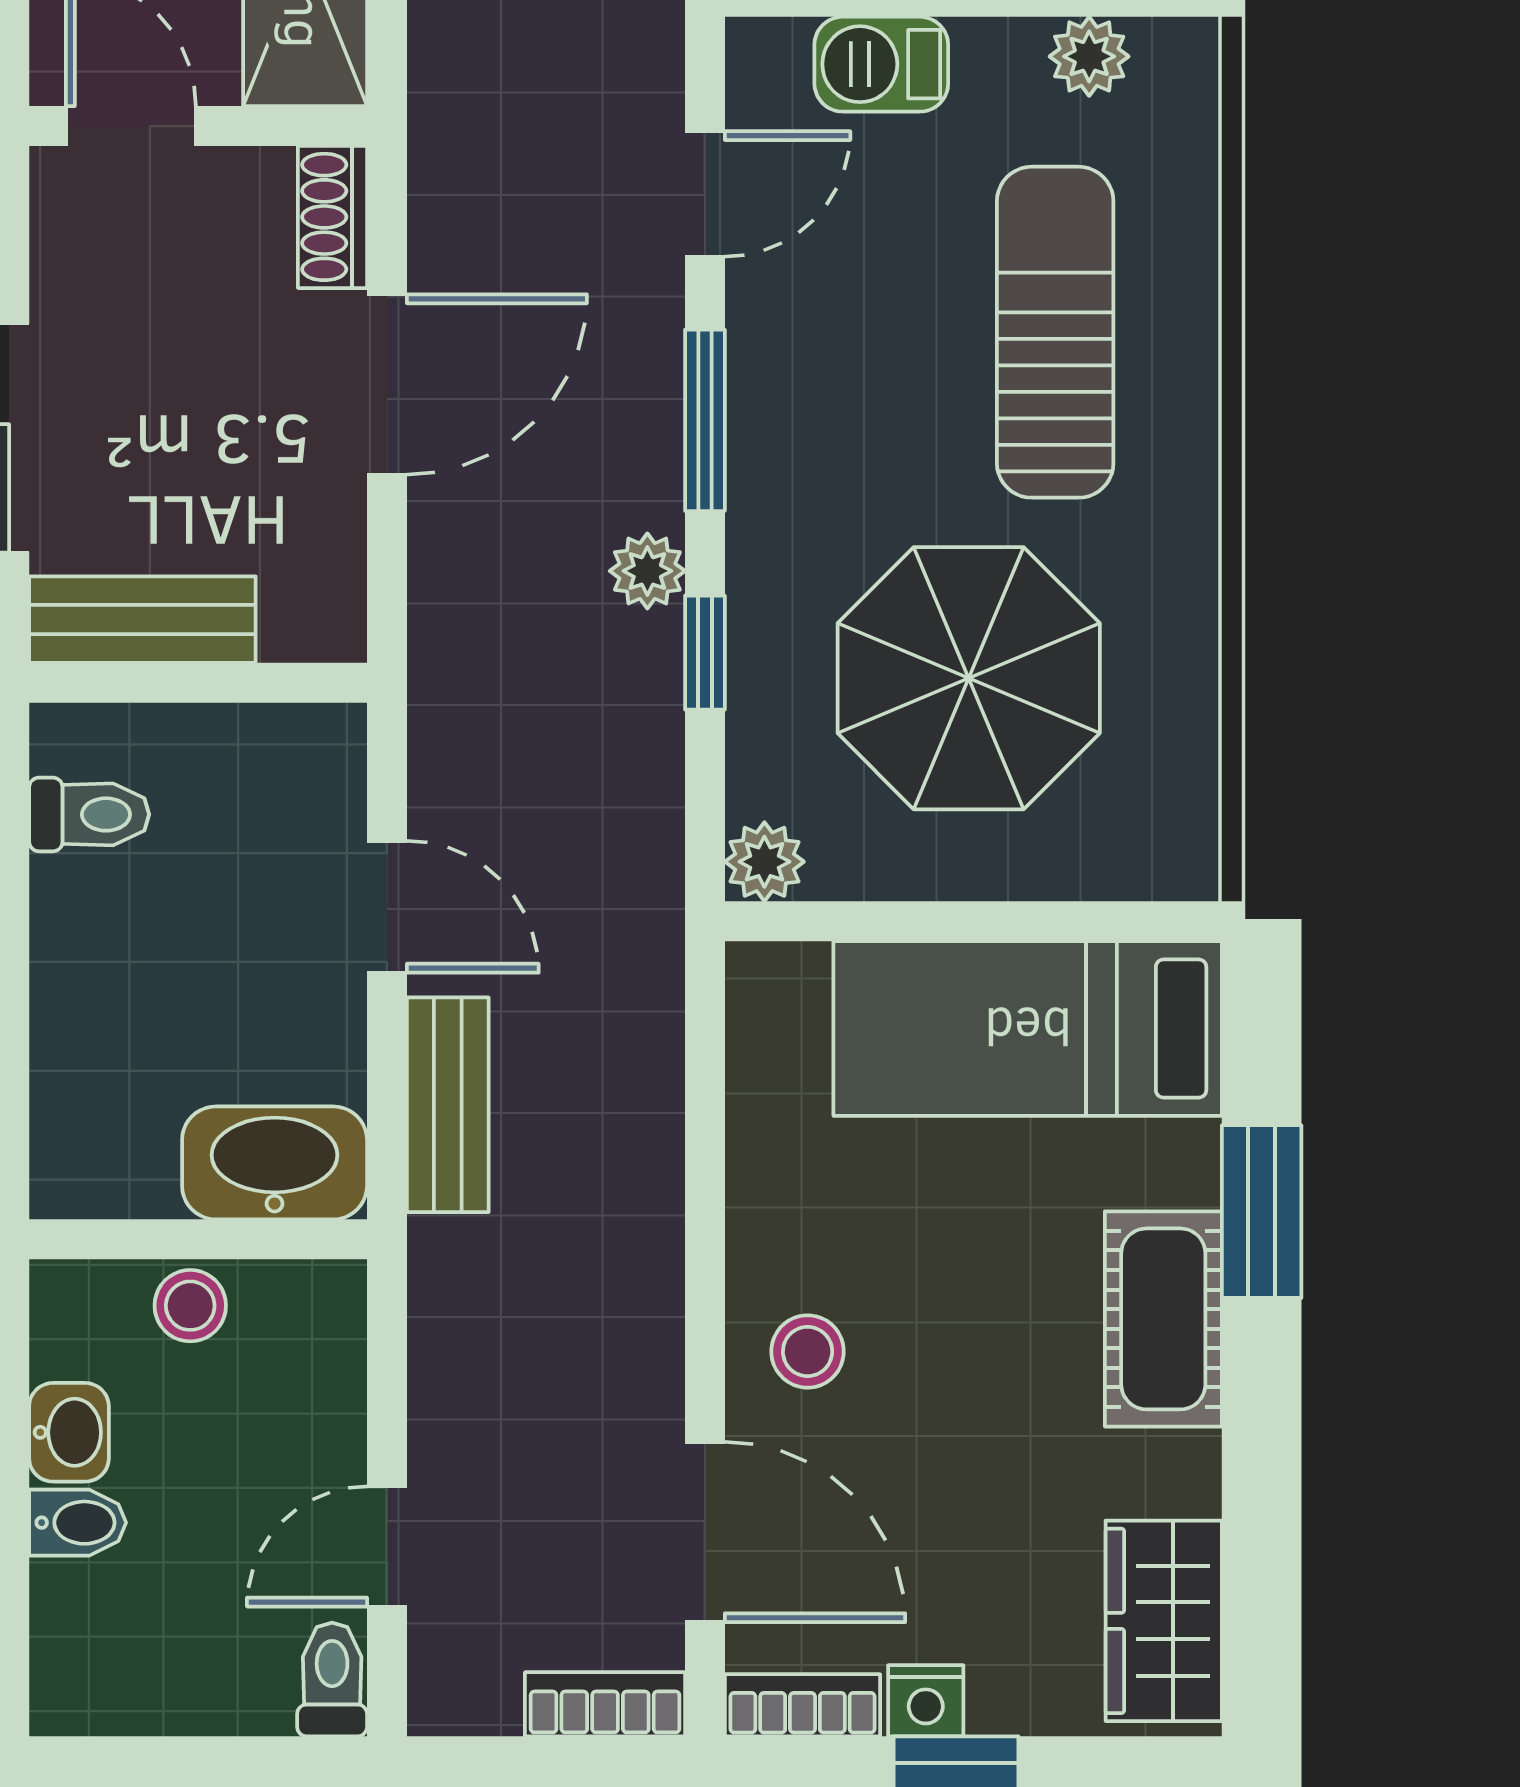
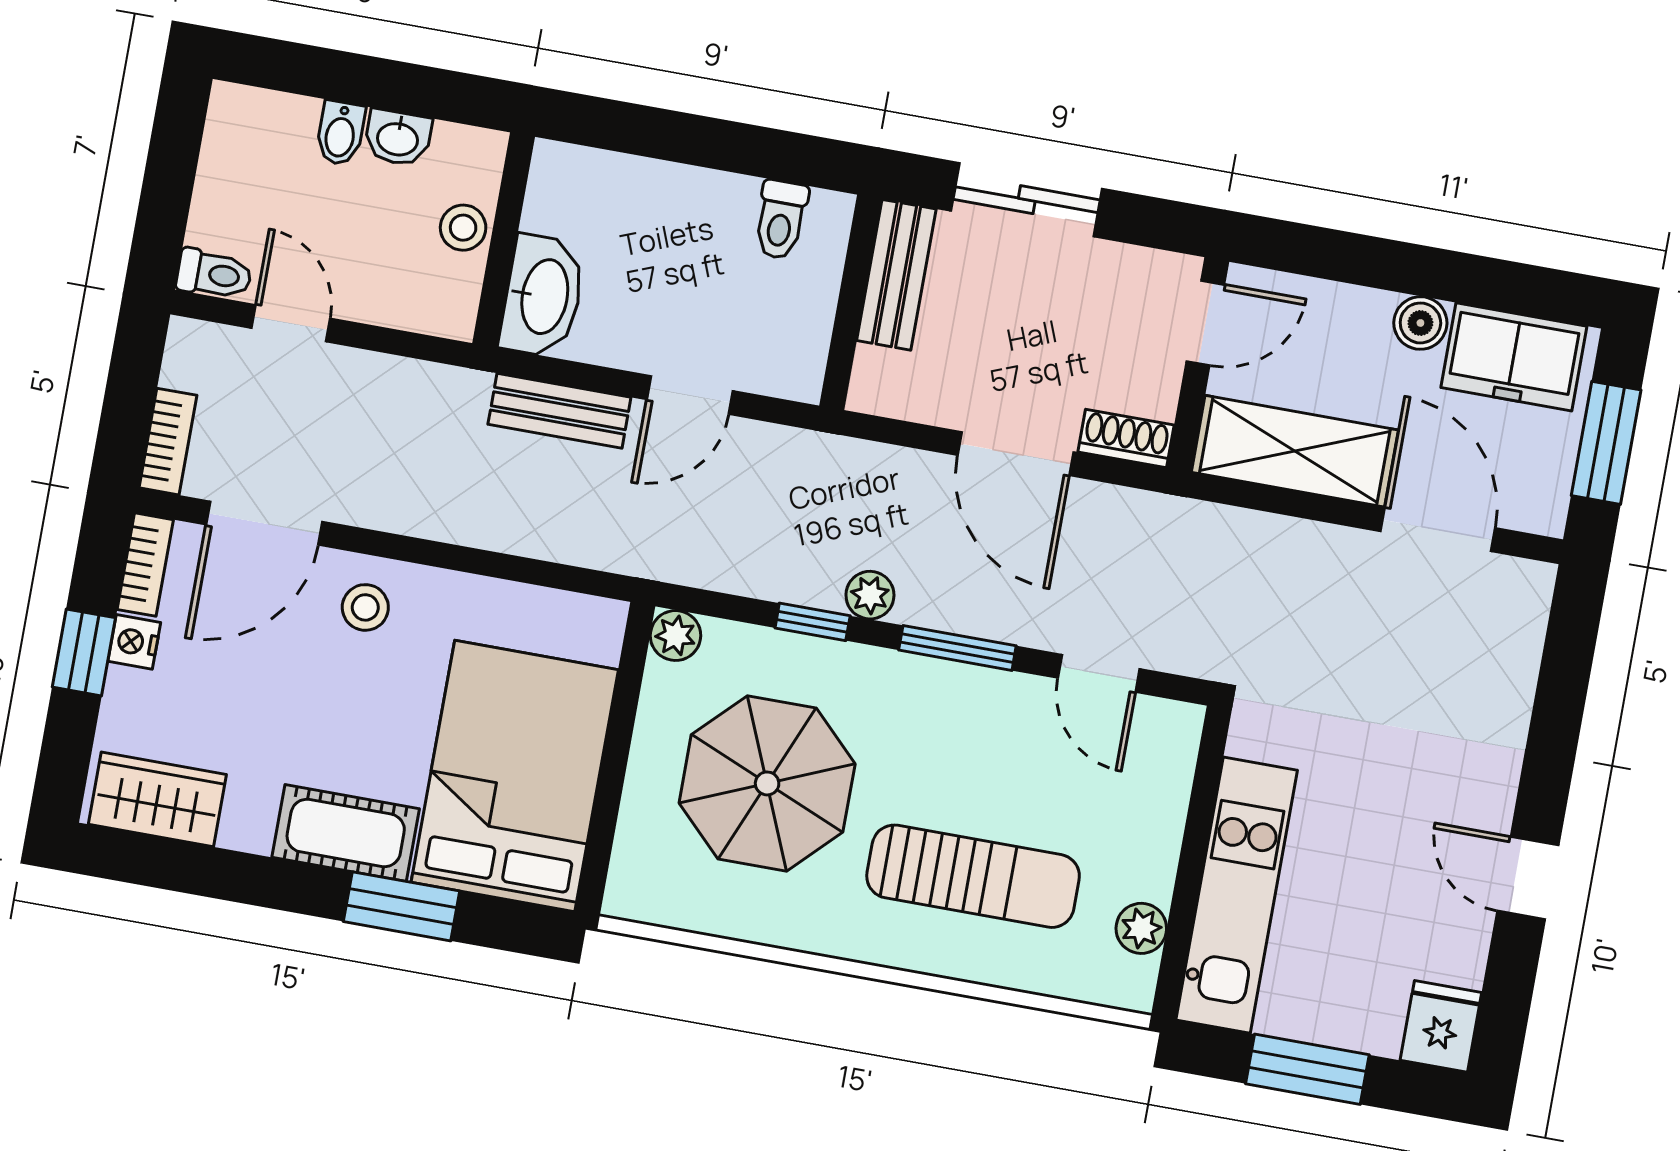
barbecue: (881, 64) -> (1160, 798), removed
bed: (1028, 1029) -> (515, 776), width x1.50

